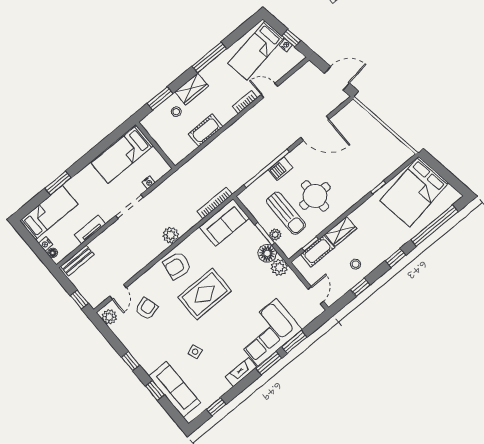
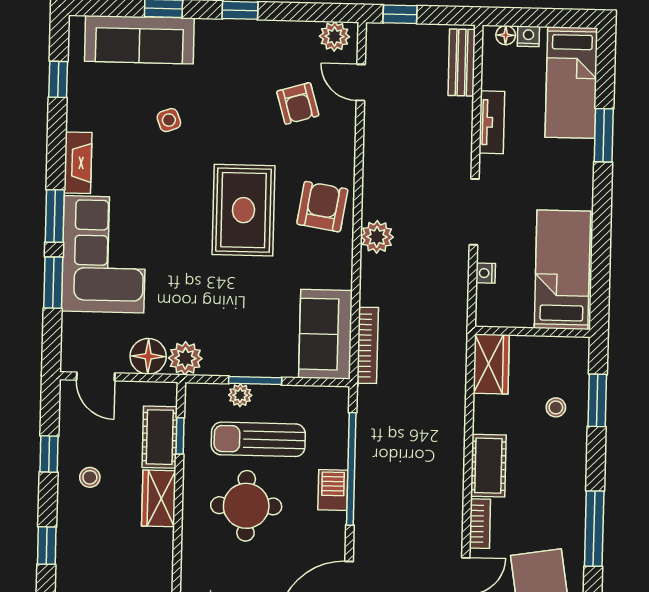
wardrobe: (192, 89) -> (491, 364), moved, turned 180
cot: (206, 130) -> (488, 466), moved
floor lamp: (267, 253) -> (148, 356), moved

